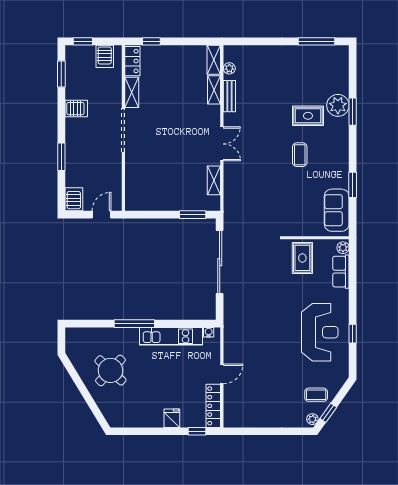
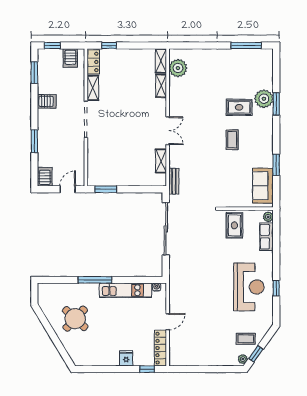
plant: (229, 68) -> (178, 68), width x1.88, depth x1.88
bench: (229, 96) -> (174, 181), moved
window: (193, 215) -> (106, 189), moved

